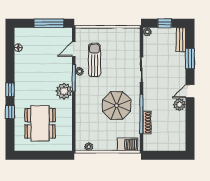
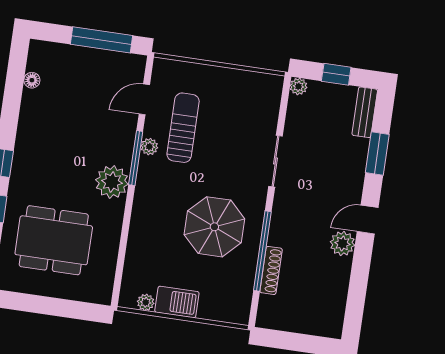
dining table: (40, 123) -> (54, 240), turned 90
barbecue: (127, 144) -> (177, 302), moved

